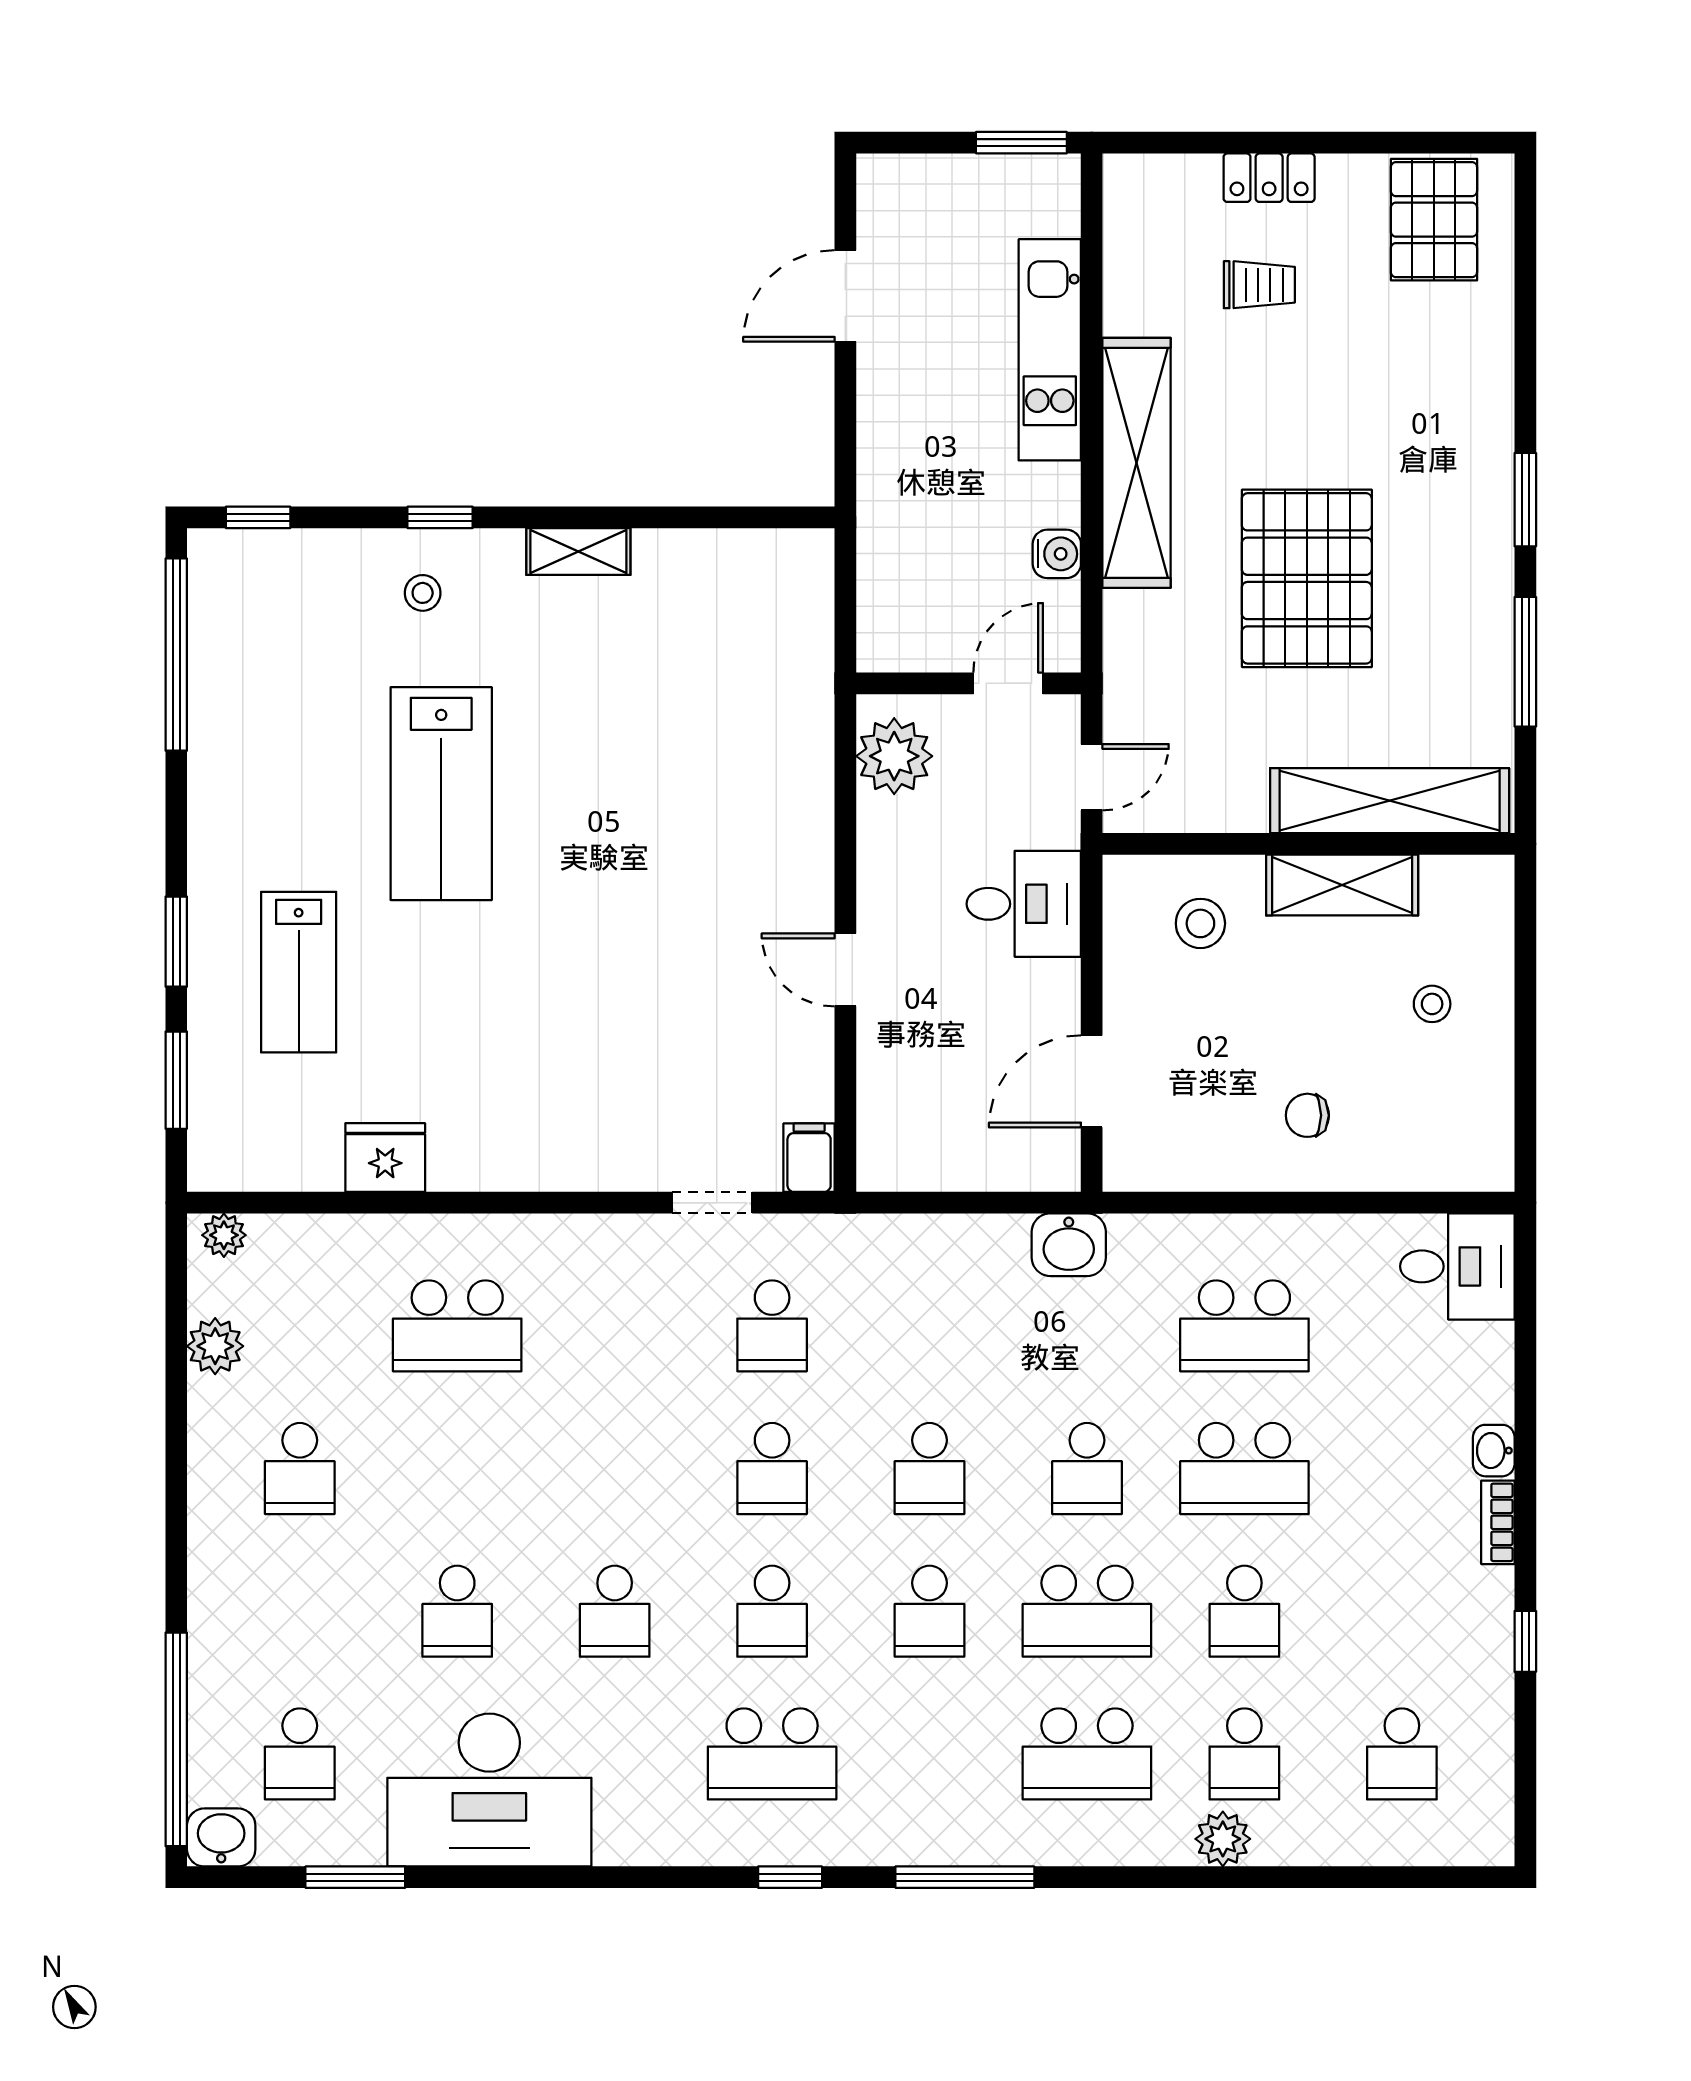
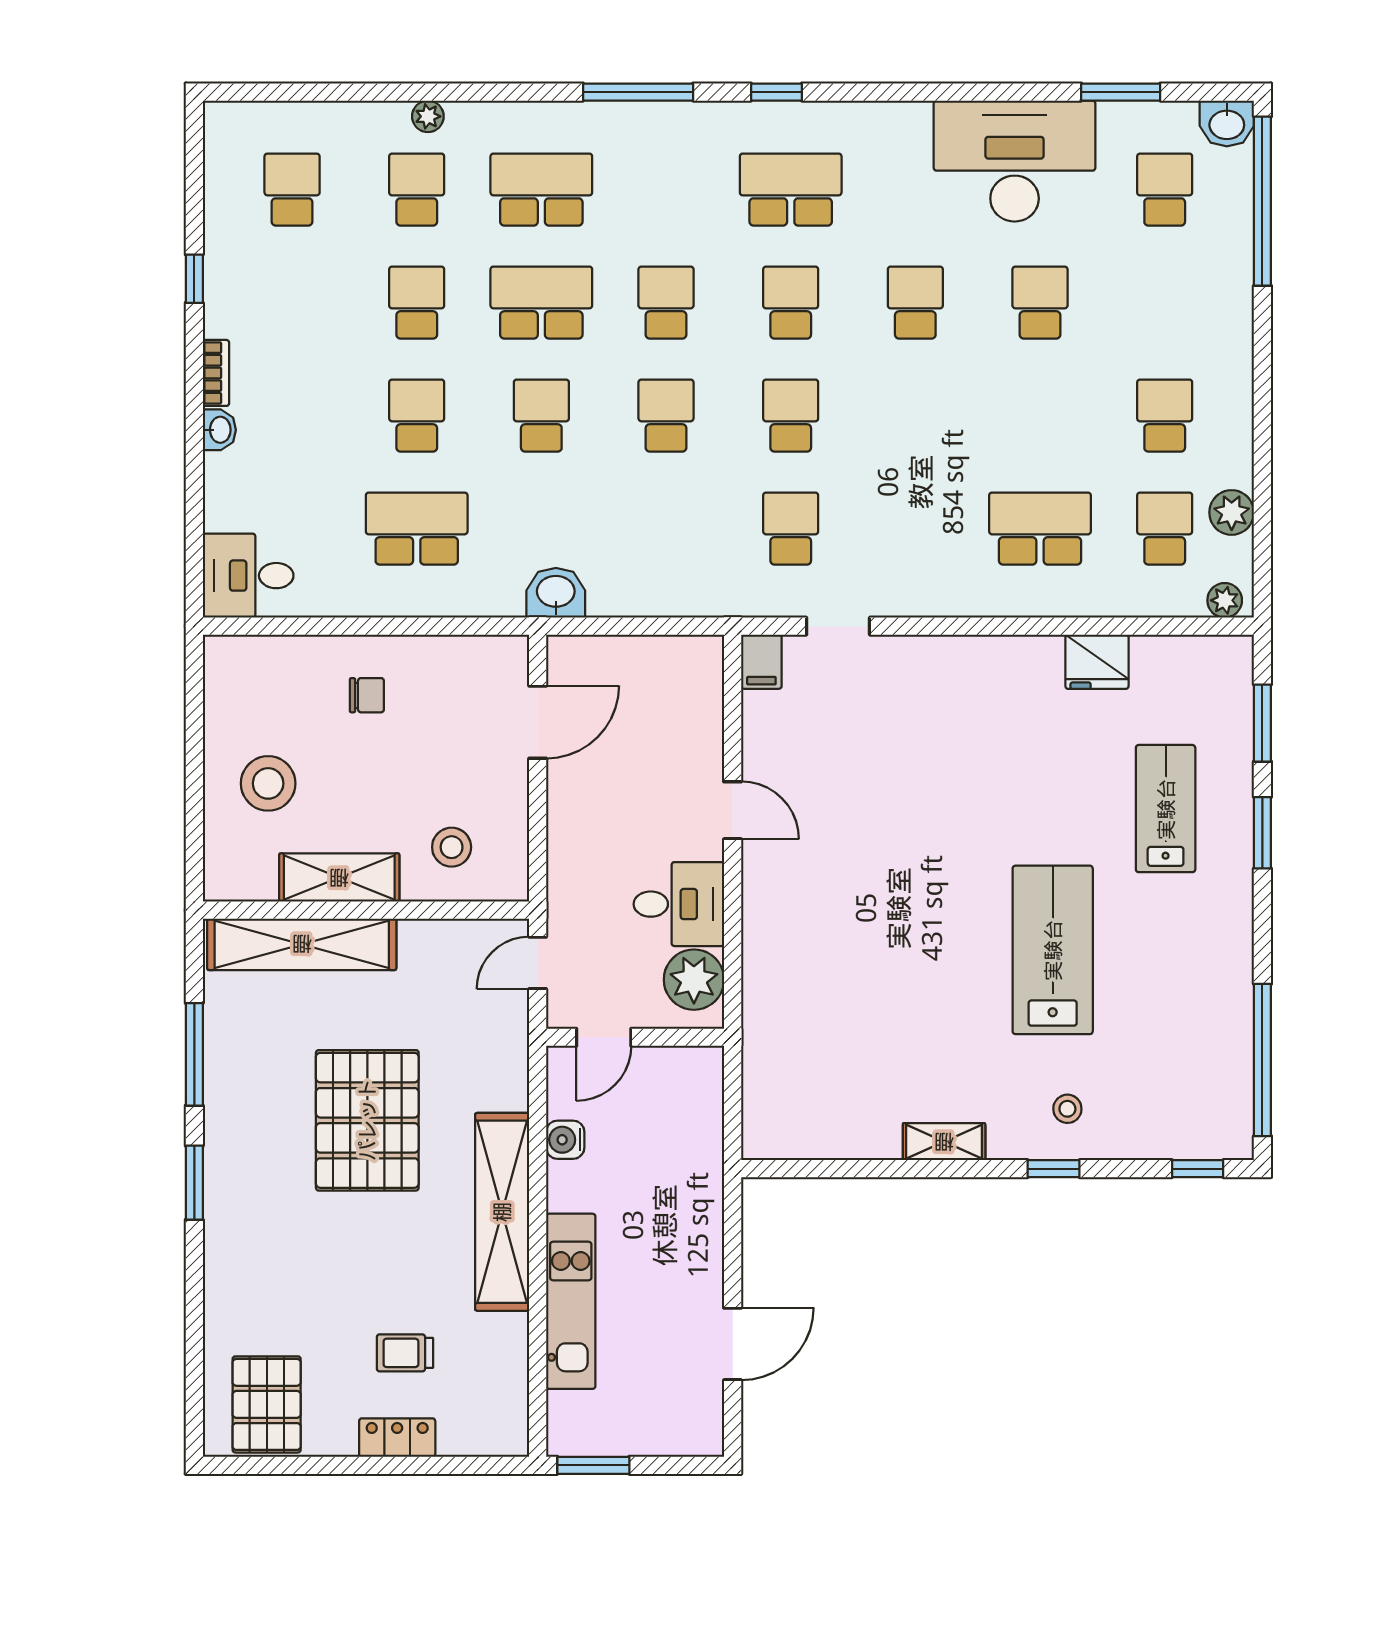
desk: (1024, 904) -> (679, 904), moved, turned 180
stool: (1432, 1004) -> (268, 783), width x1.89, depth x1.89
school desk: (300, 1326) -> (1165, 529), added
school desk: (1244, 1469) -> (417, 416), width x0.54
plant: (1223, 1839) -> (428, 116), width x0.73, depth x0.73

